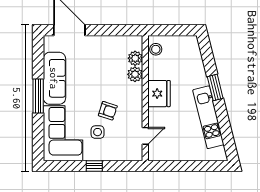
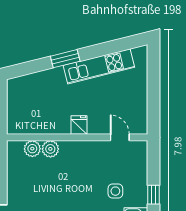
stool: (156, 49) -> (22, 126), removed
fridge: (159, 94) -> (79, 125), width x0.53, depth x0.75
armchair: (108, 111) -> (91, 180), removed

